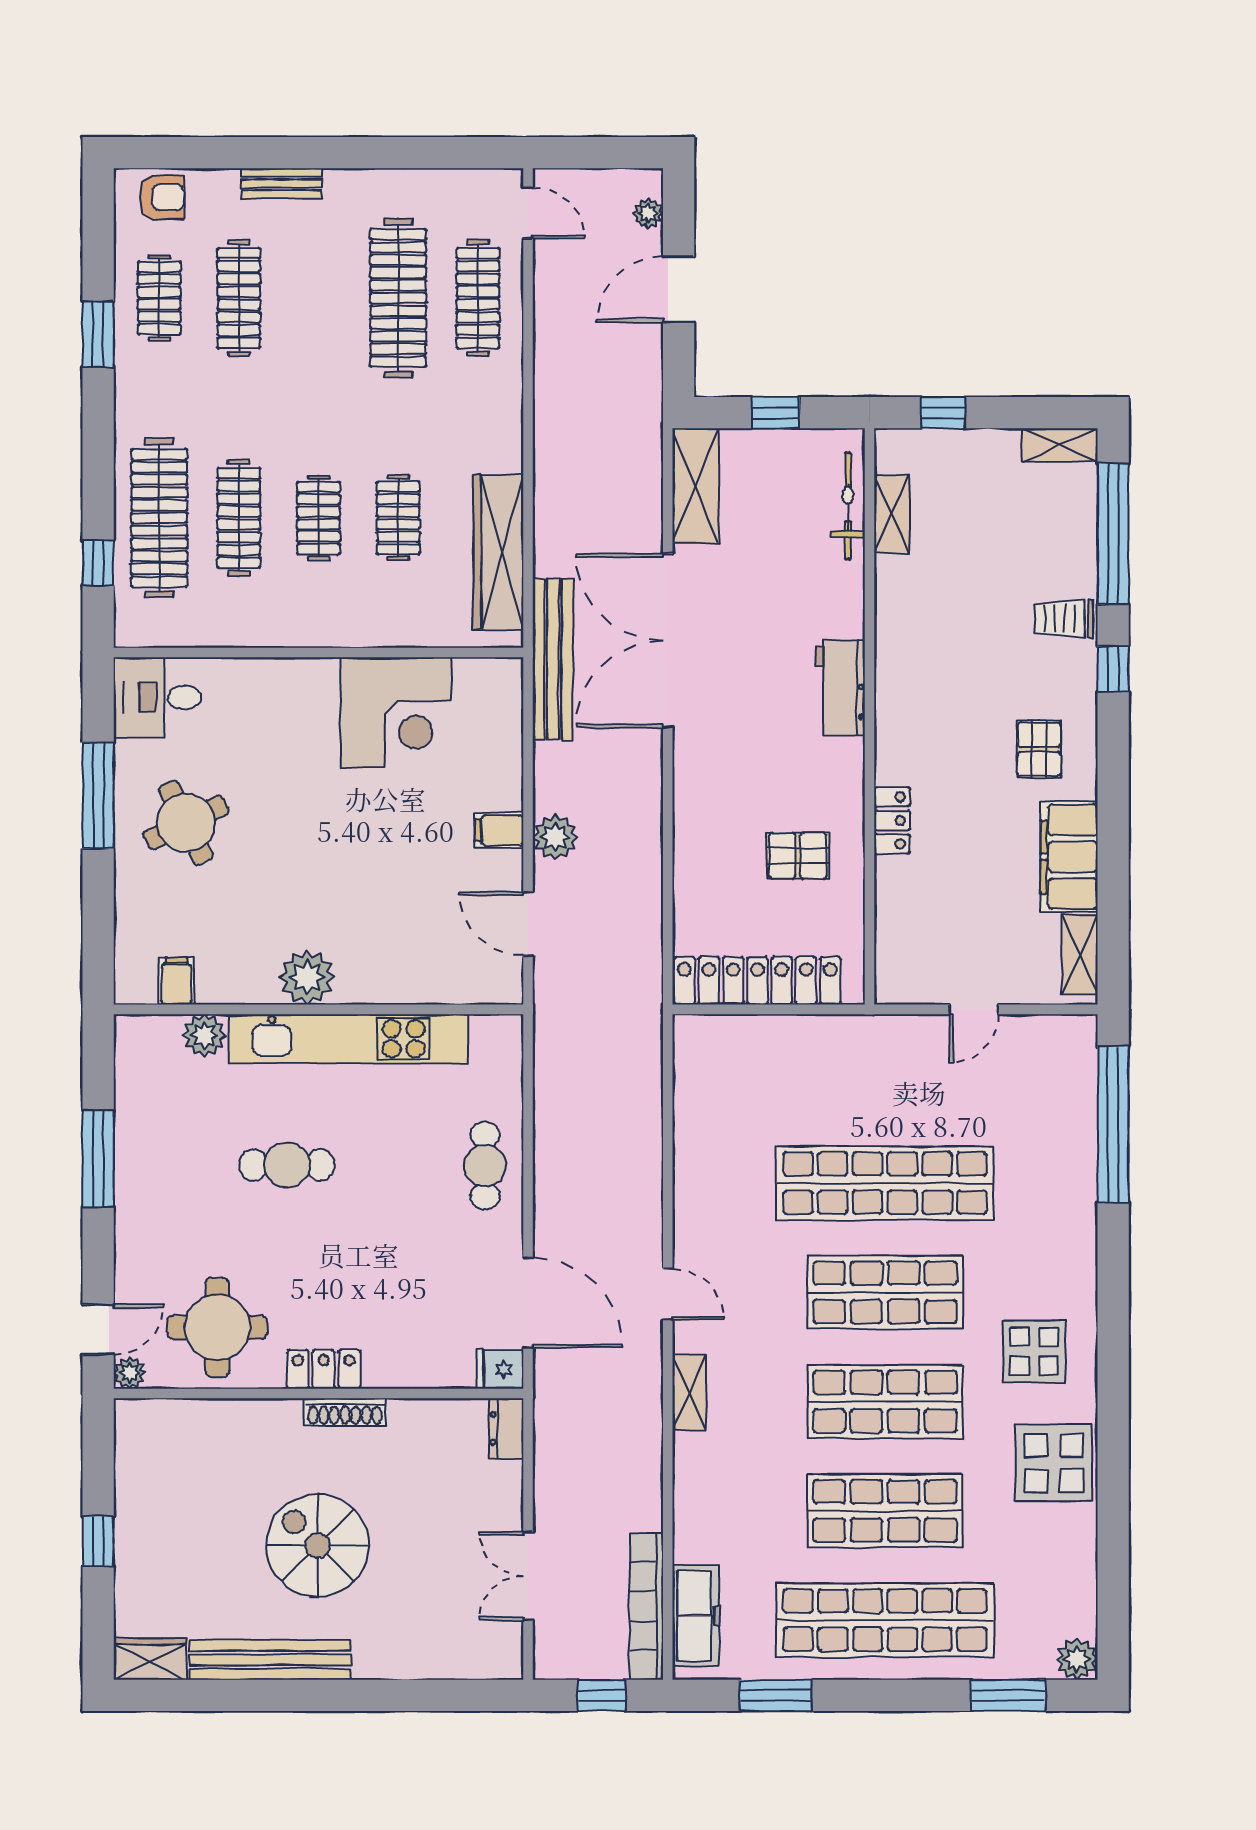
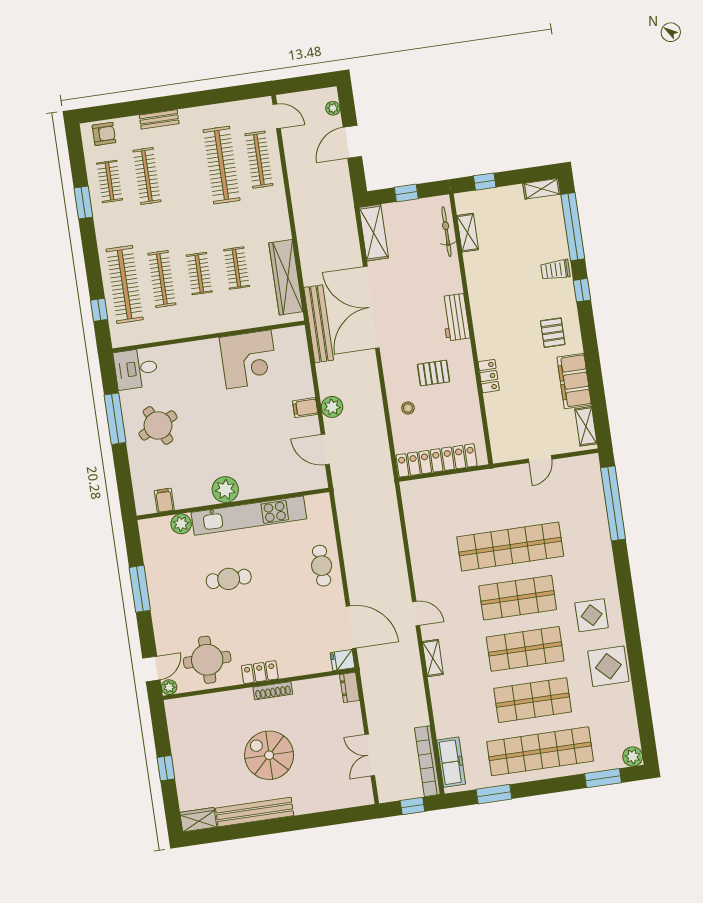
pallet: (798, 856) -> (434, 373), moved
stool: (714, 862) -> (408, 408), added

